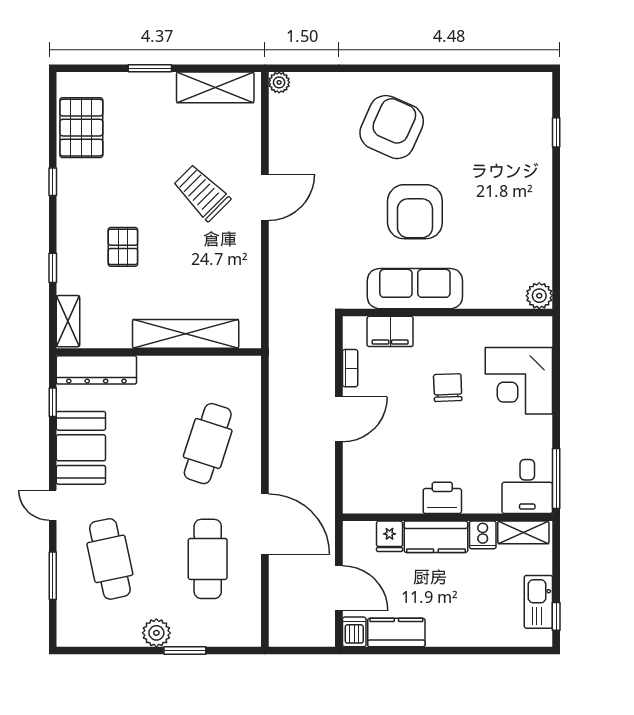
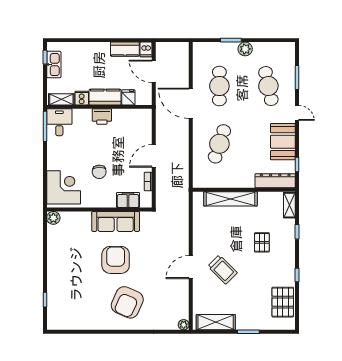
corner desk: (519, 381) -> (64, 187), moved

